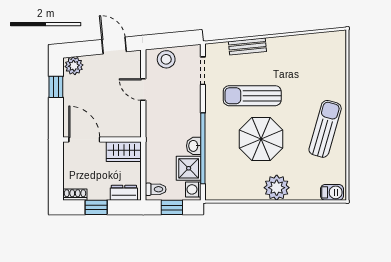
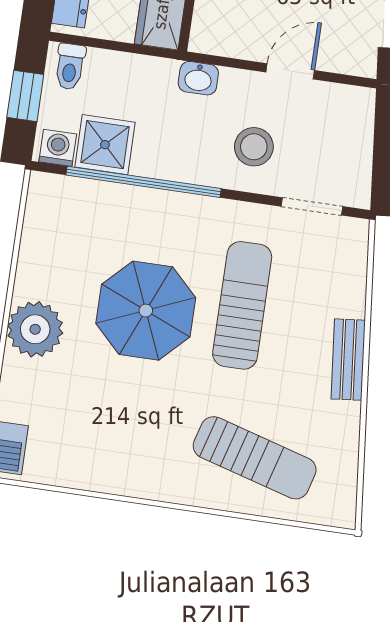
bench: (247, 46) -> (348, 360), moved
stool: (166, 59) -> (254, 147), moved
sun lounger: (325, 129) -> (255, 458), moved
washbasin: (194, 146) -> (198, 78), moved, turned 180

